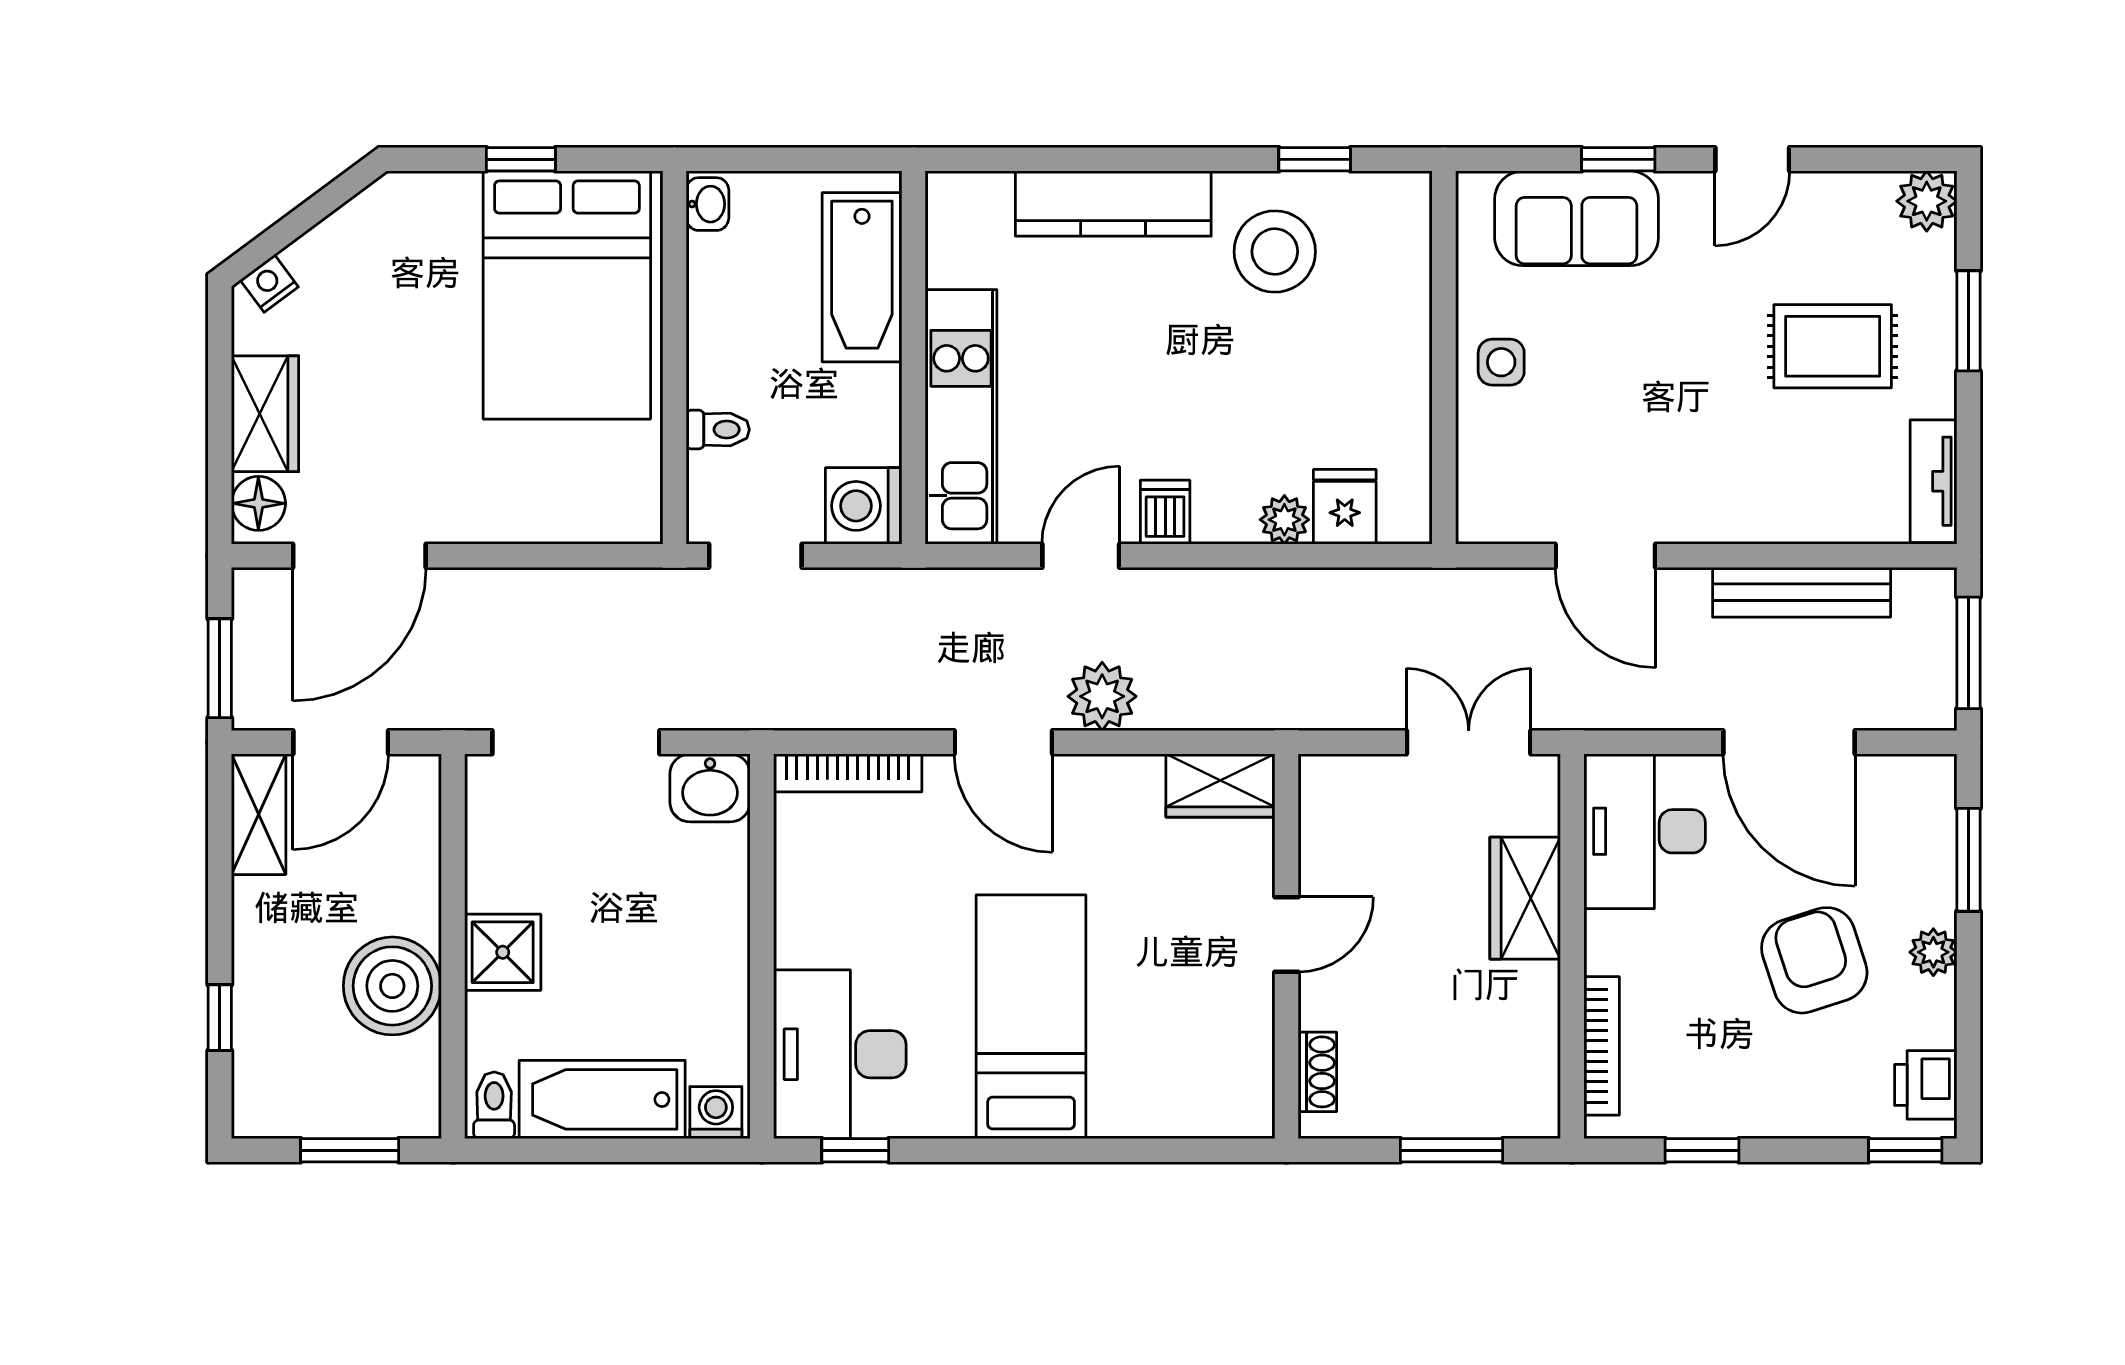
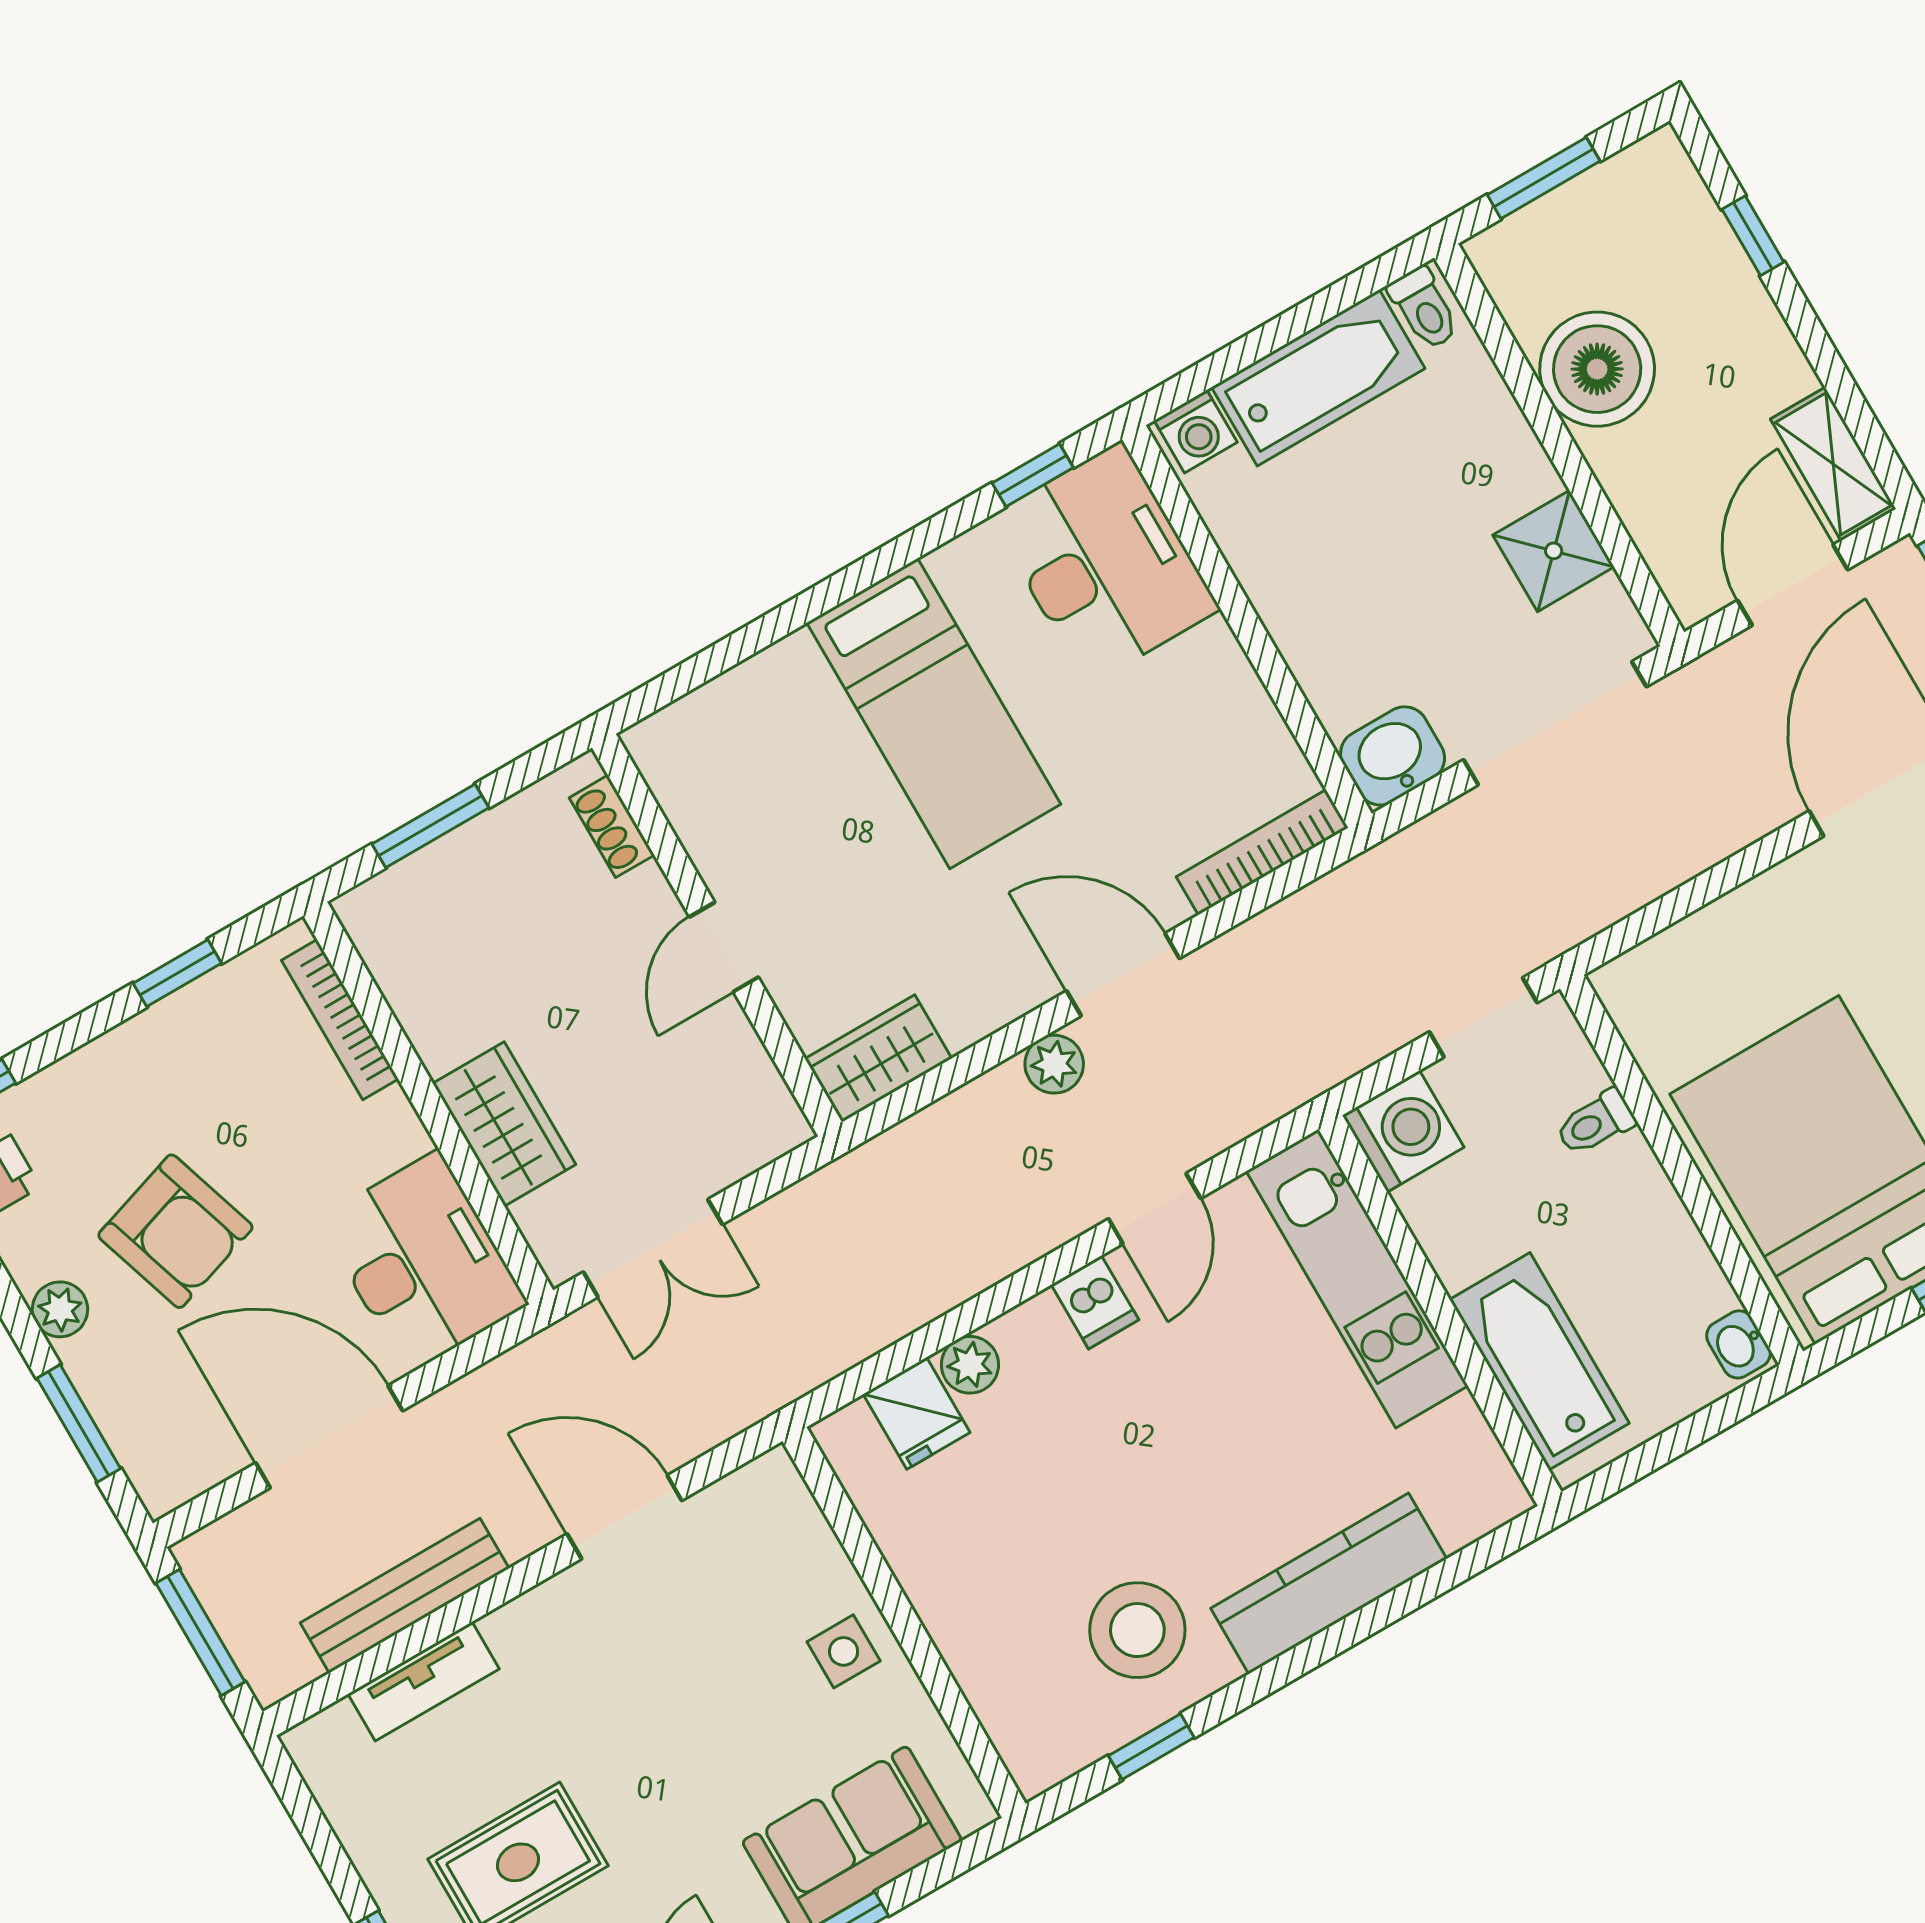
tv unit: (1933, 481) -> (424, 1681), moved, turned 90
plant: (1102, 696) -> (1054, 1064), width x0.73, depth x0.73
shower: (503, 952) -> (1554, 551), moved

